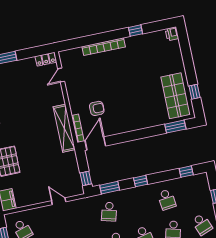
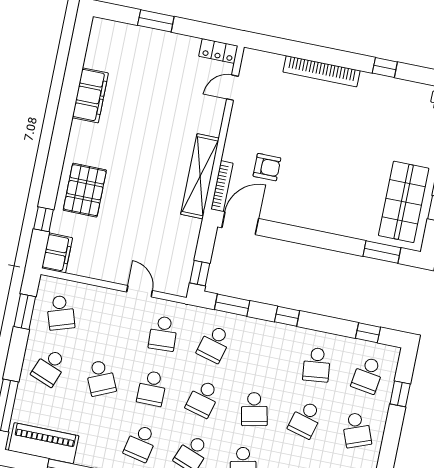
school desk: (196, 193) -> (368, 375), added
school desk: (80, 218) -> (163, 333), added

